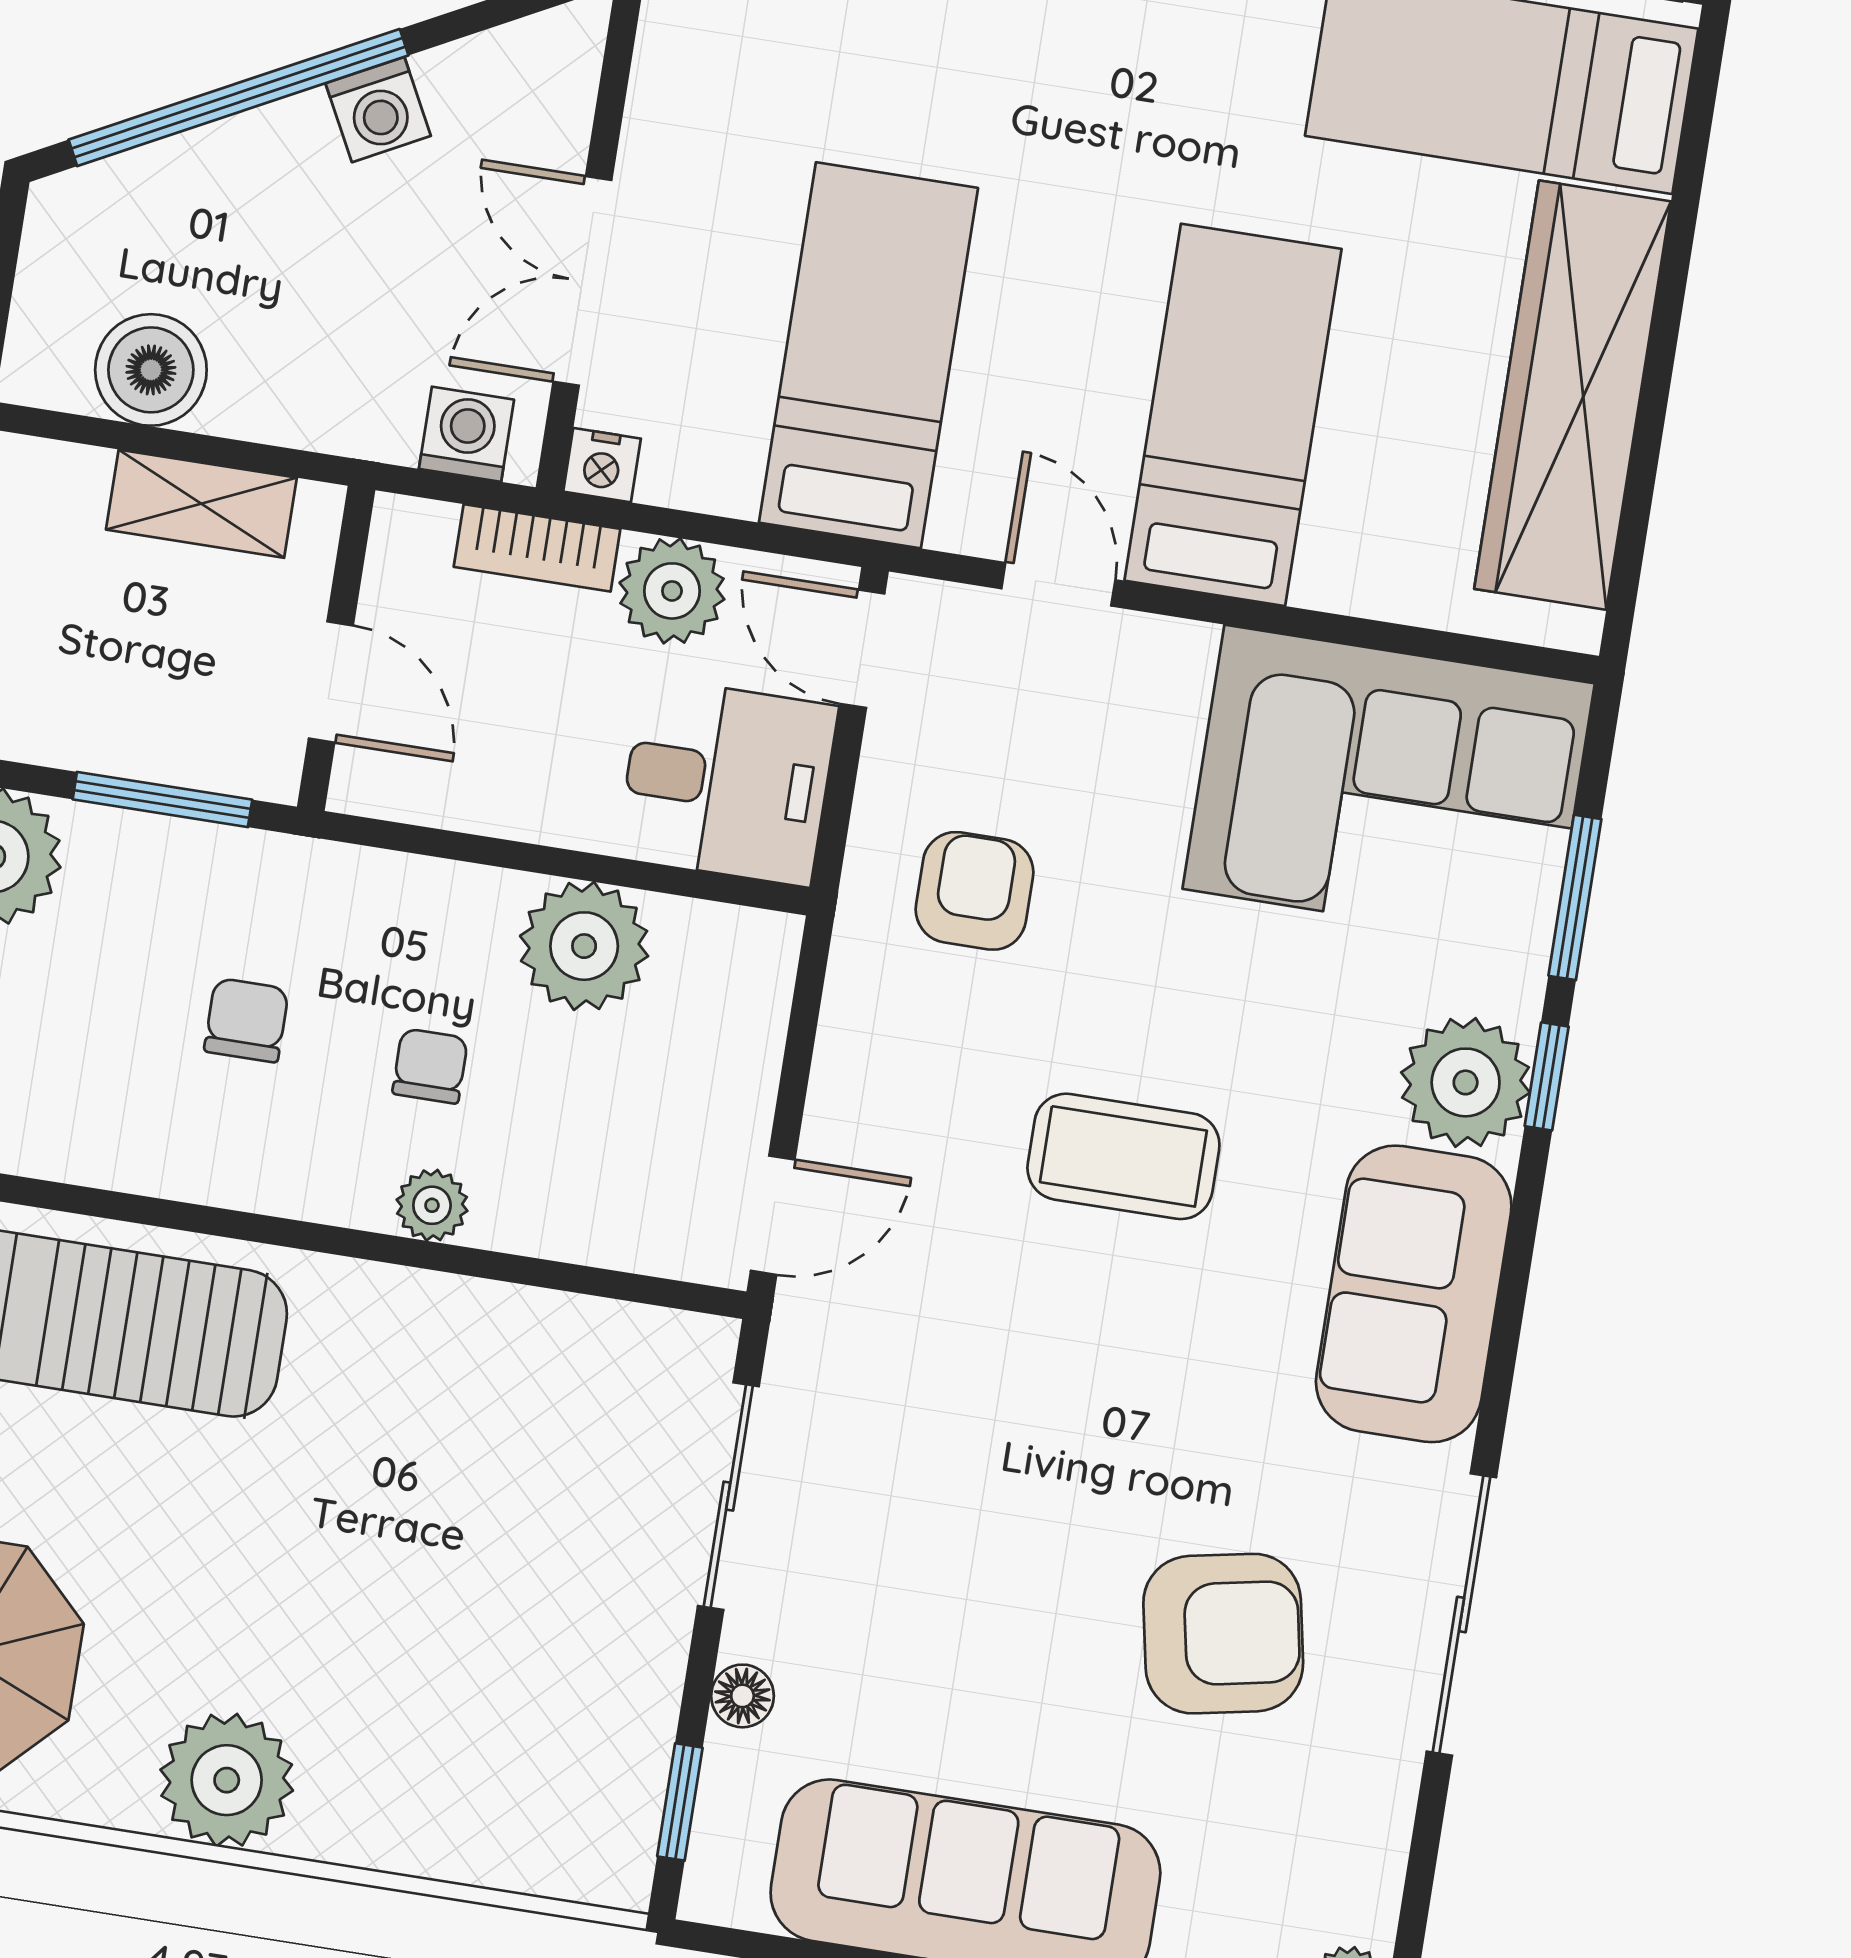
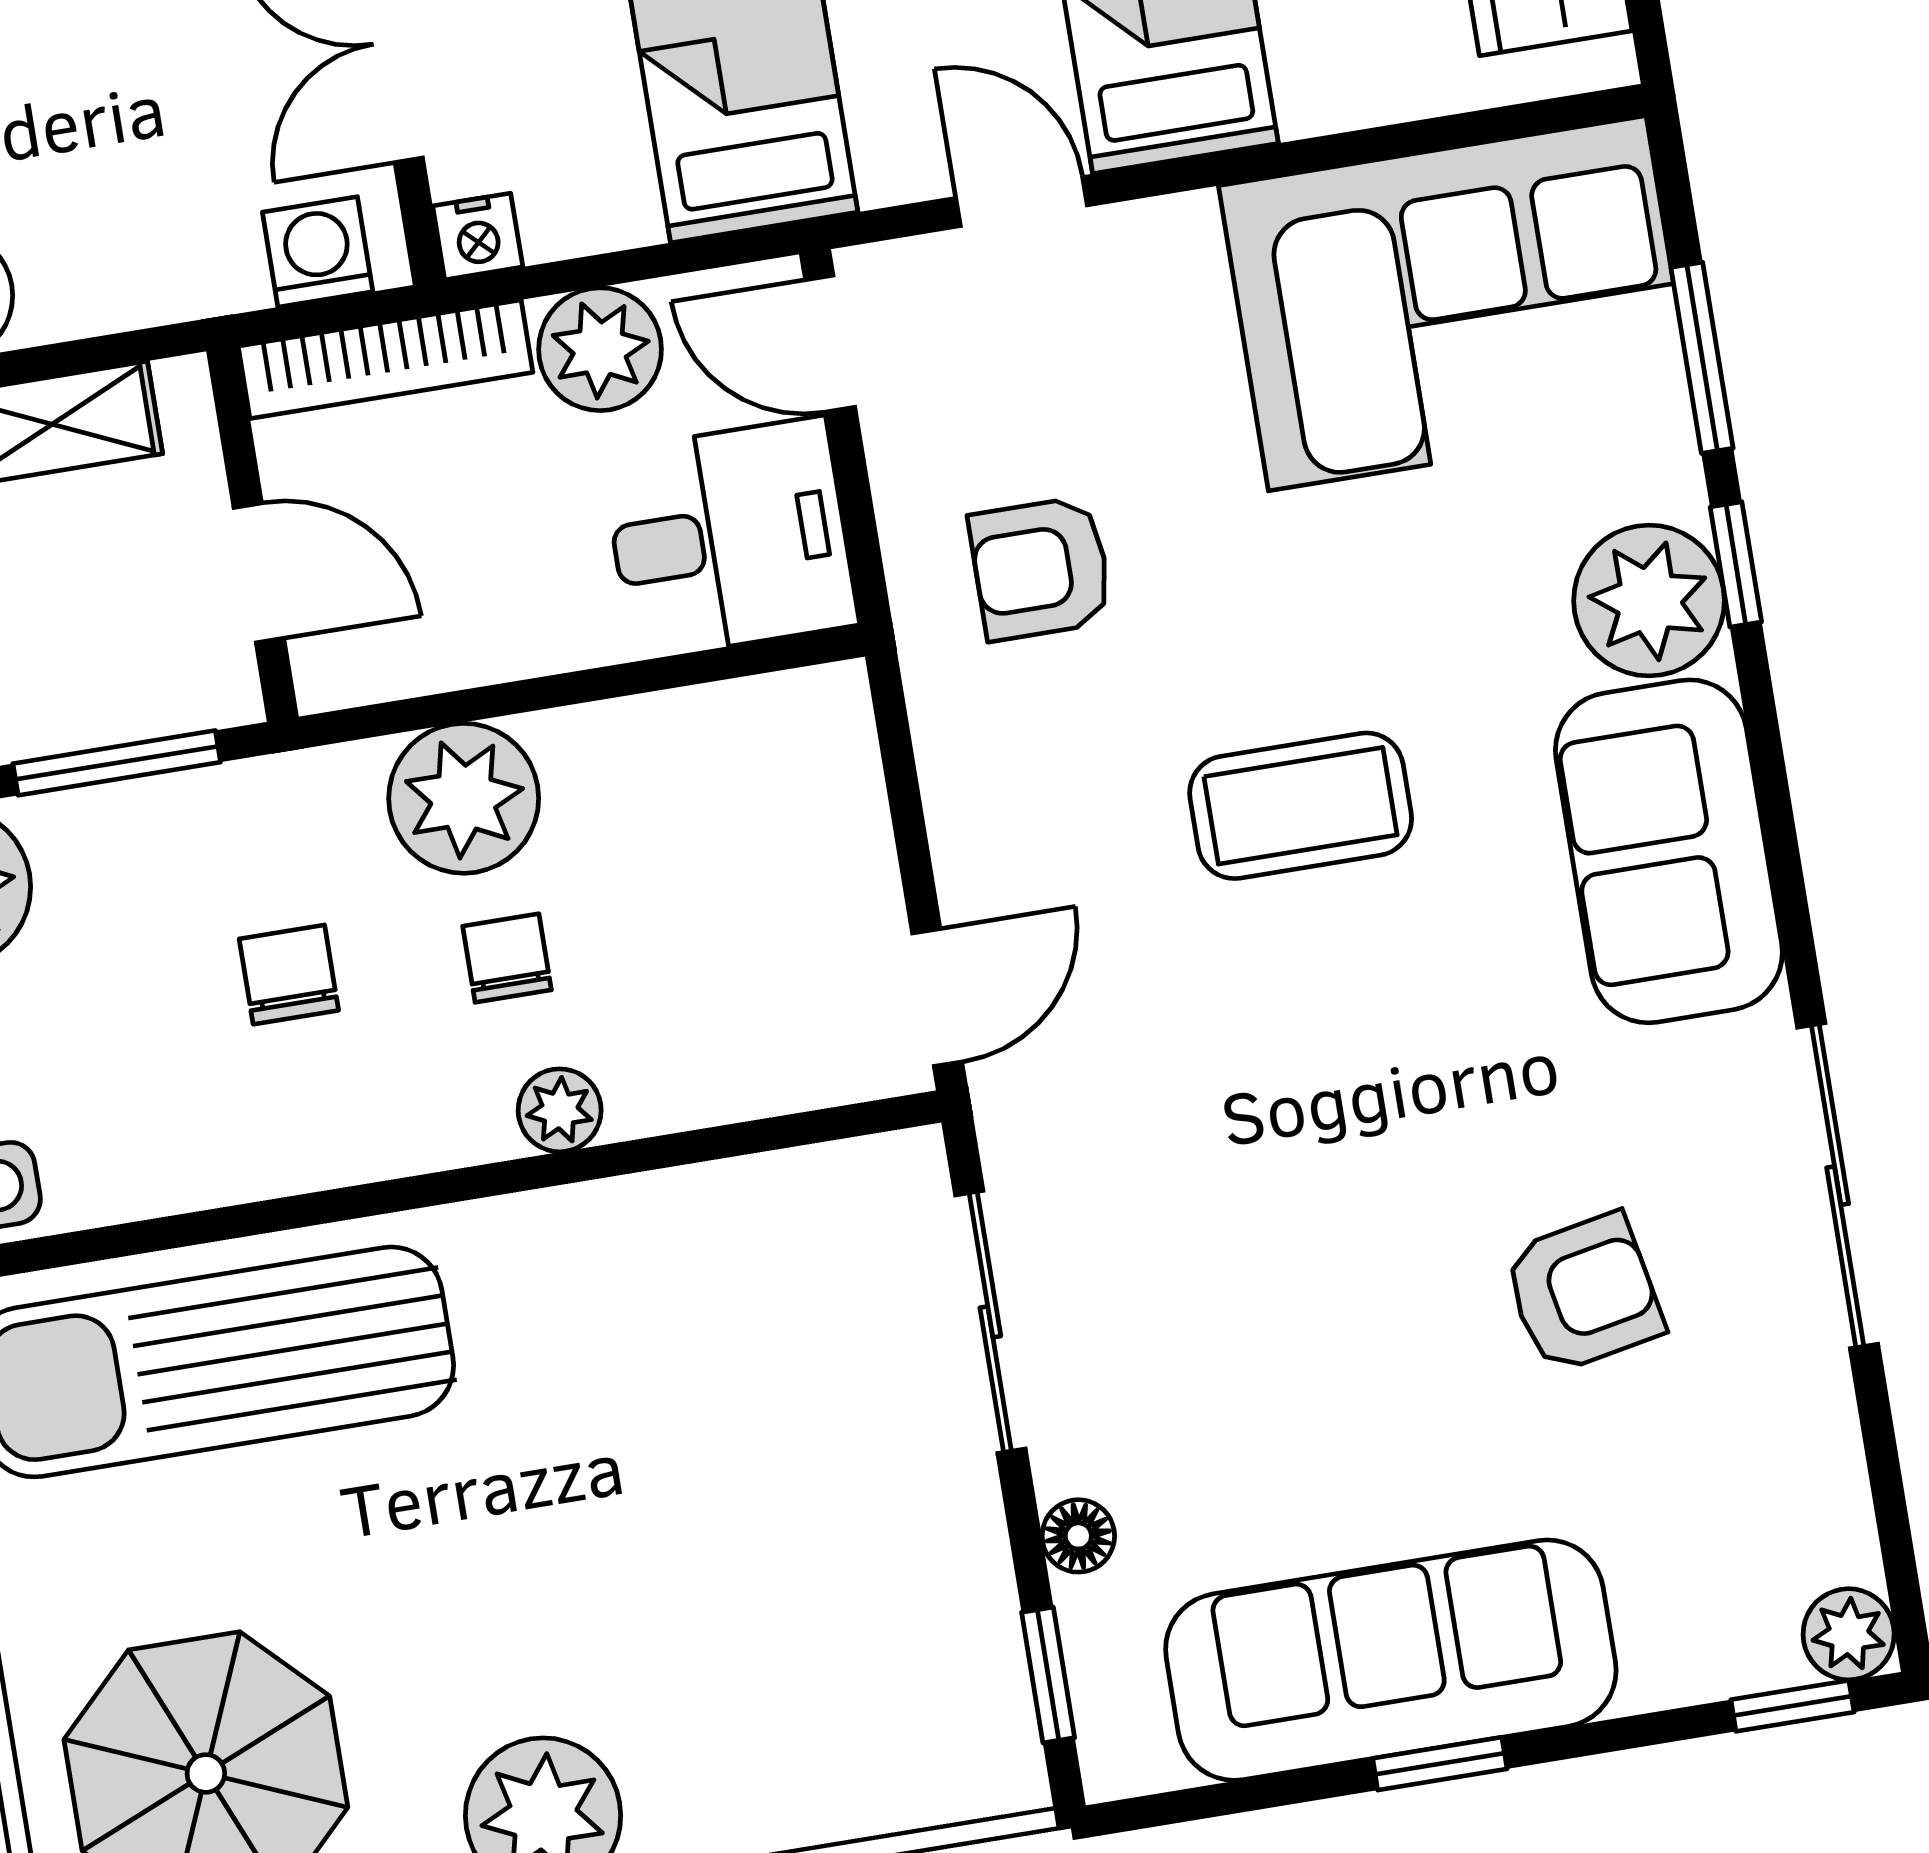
bookcase: (537, 548) -> (385, 359), width x1.56
armchair: (974, 891) -> (1041, 568), turned -90
plant: (584, 946) -> (464, 798), moved
armchair: (1223, 1634) -> (1583, 1293), width x0.72, depth x0.72

